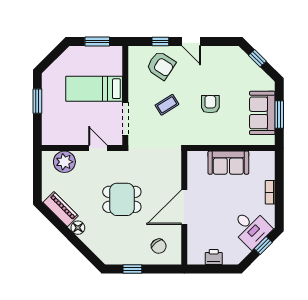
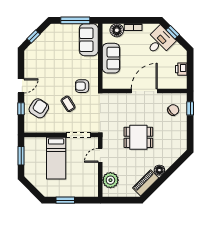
armchair: (210, 104) -> (82, 86), moved
sofa: (262, 113) -> (89, 40), moved, turned 90
window: (279, 114) -> (75, 20), width x1.44
floor lamp: (266, 170) -> (117, 30), added
dining table: (122, 199) -> (138, 137), turned 90
door: (184, 207) -> (144, 91), swing flipped
window: (132, 269) -> (190, 108), moved

